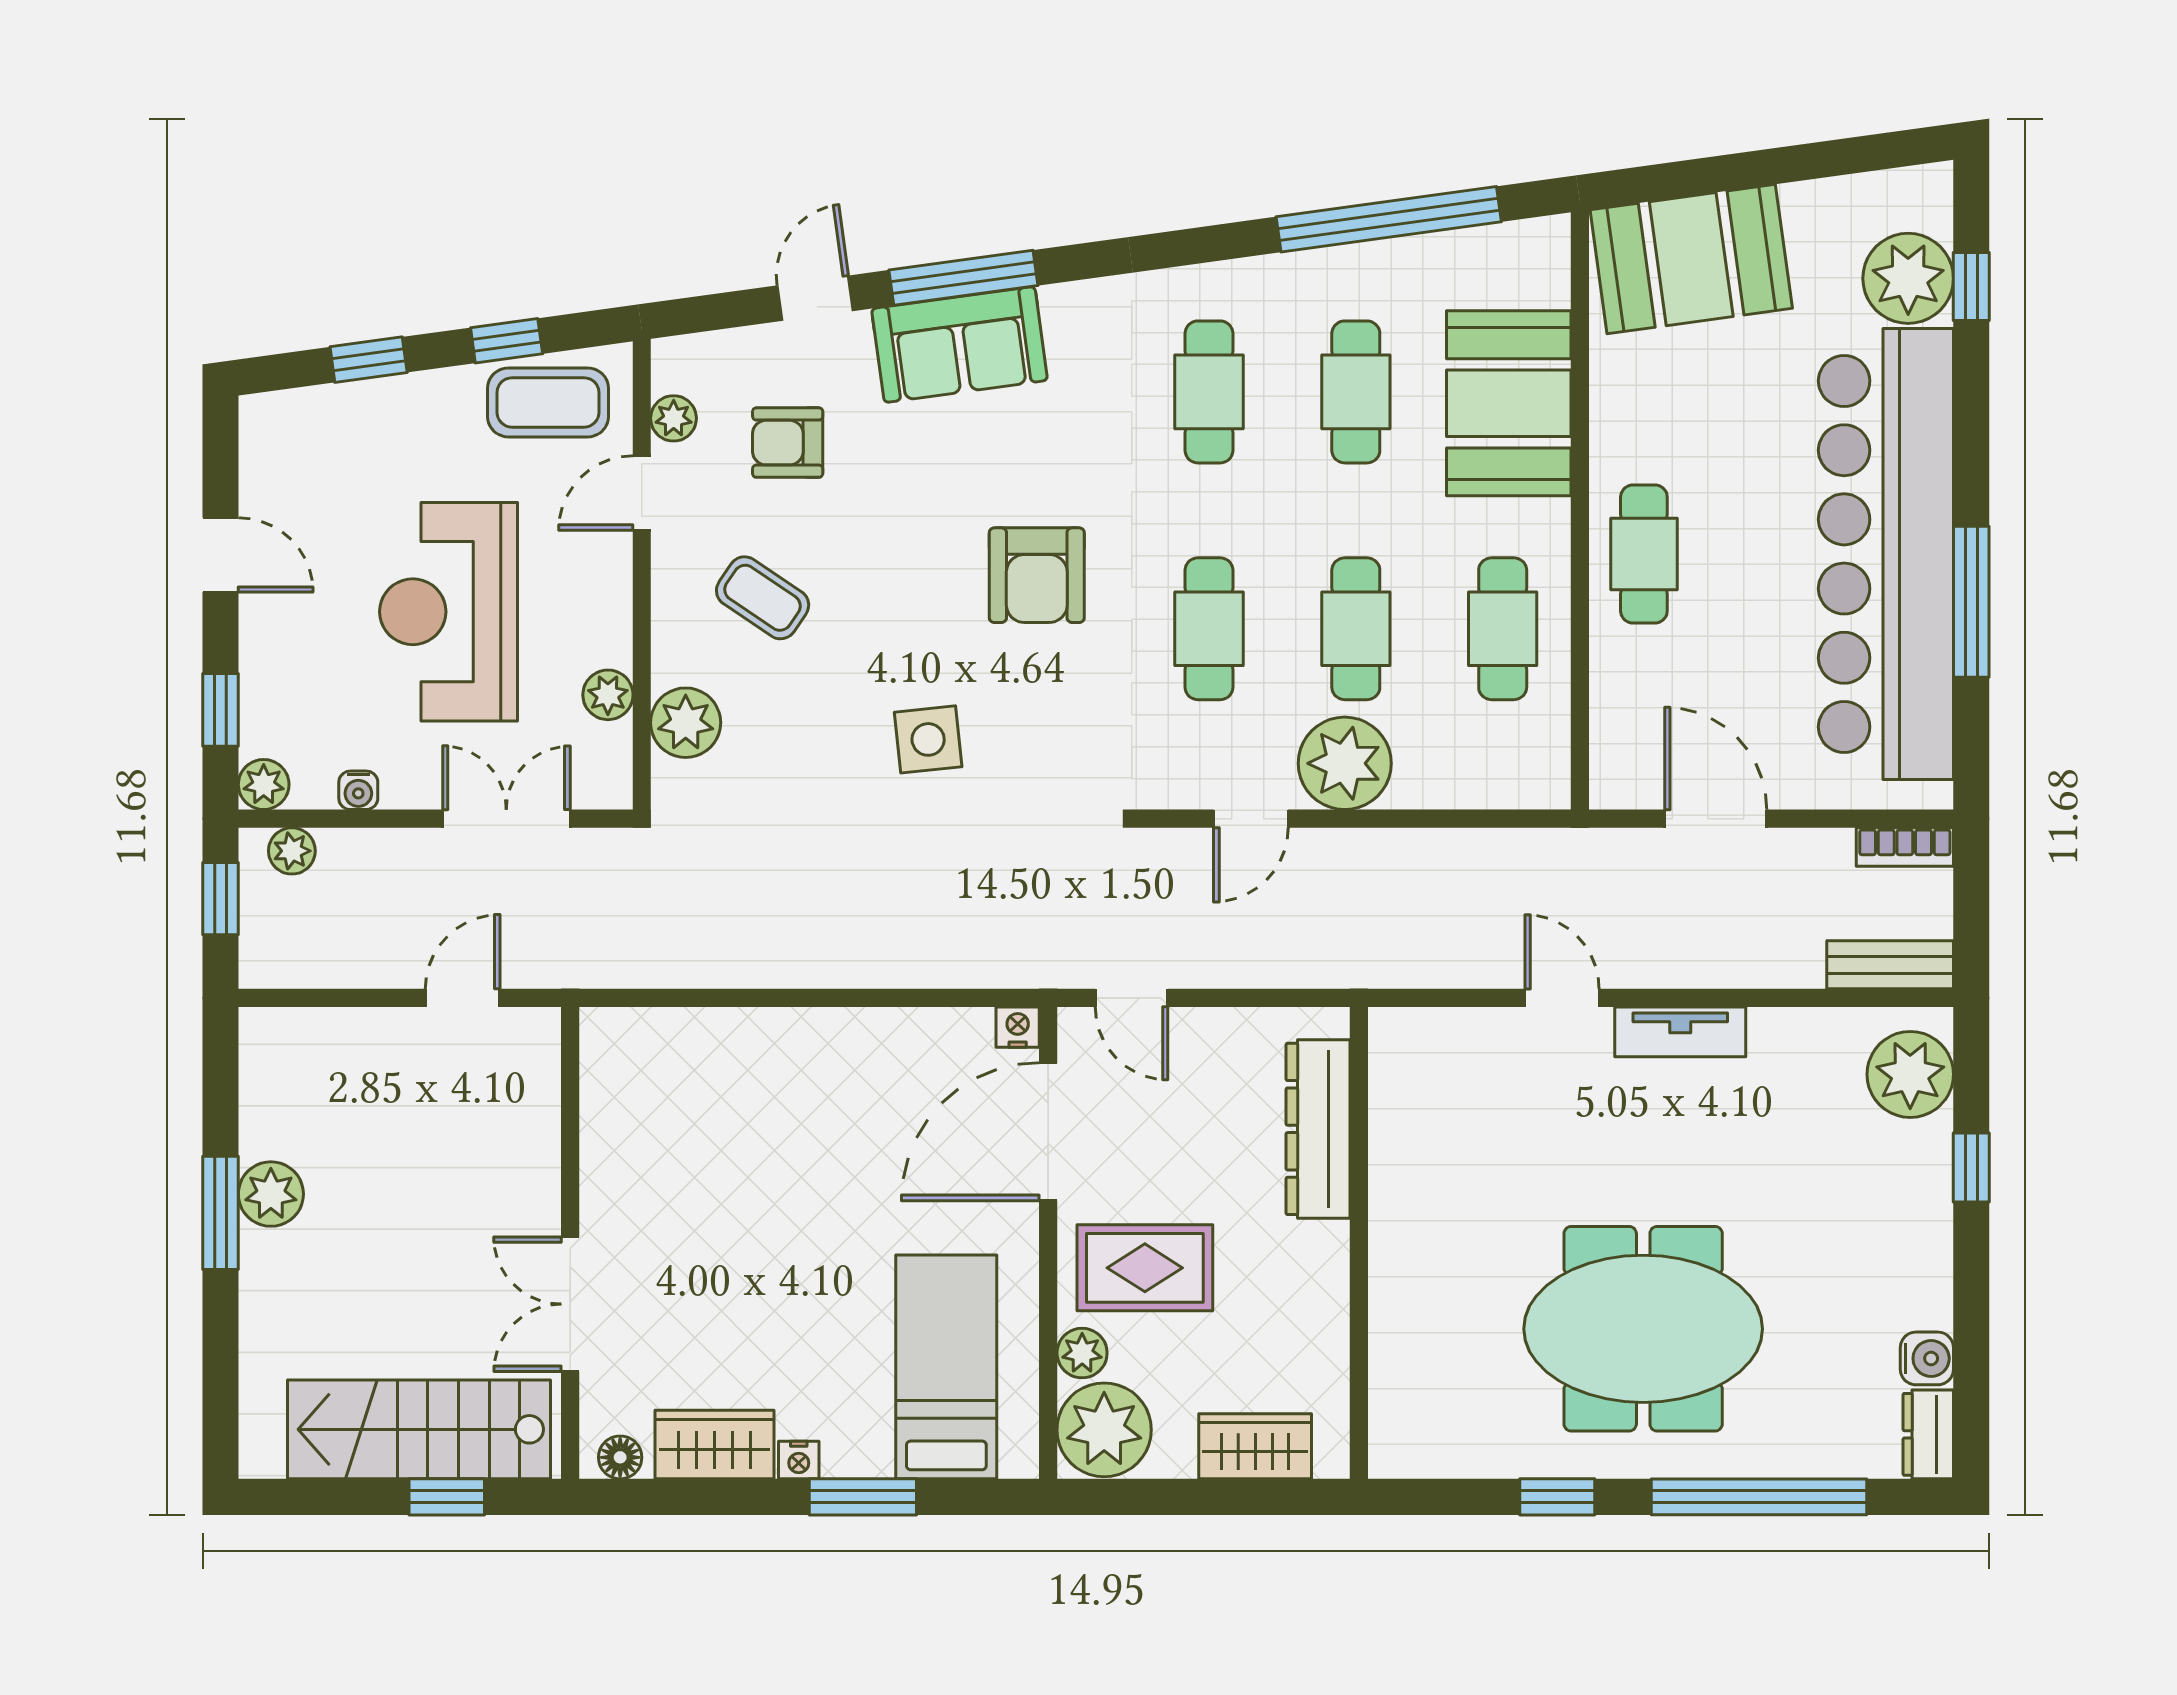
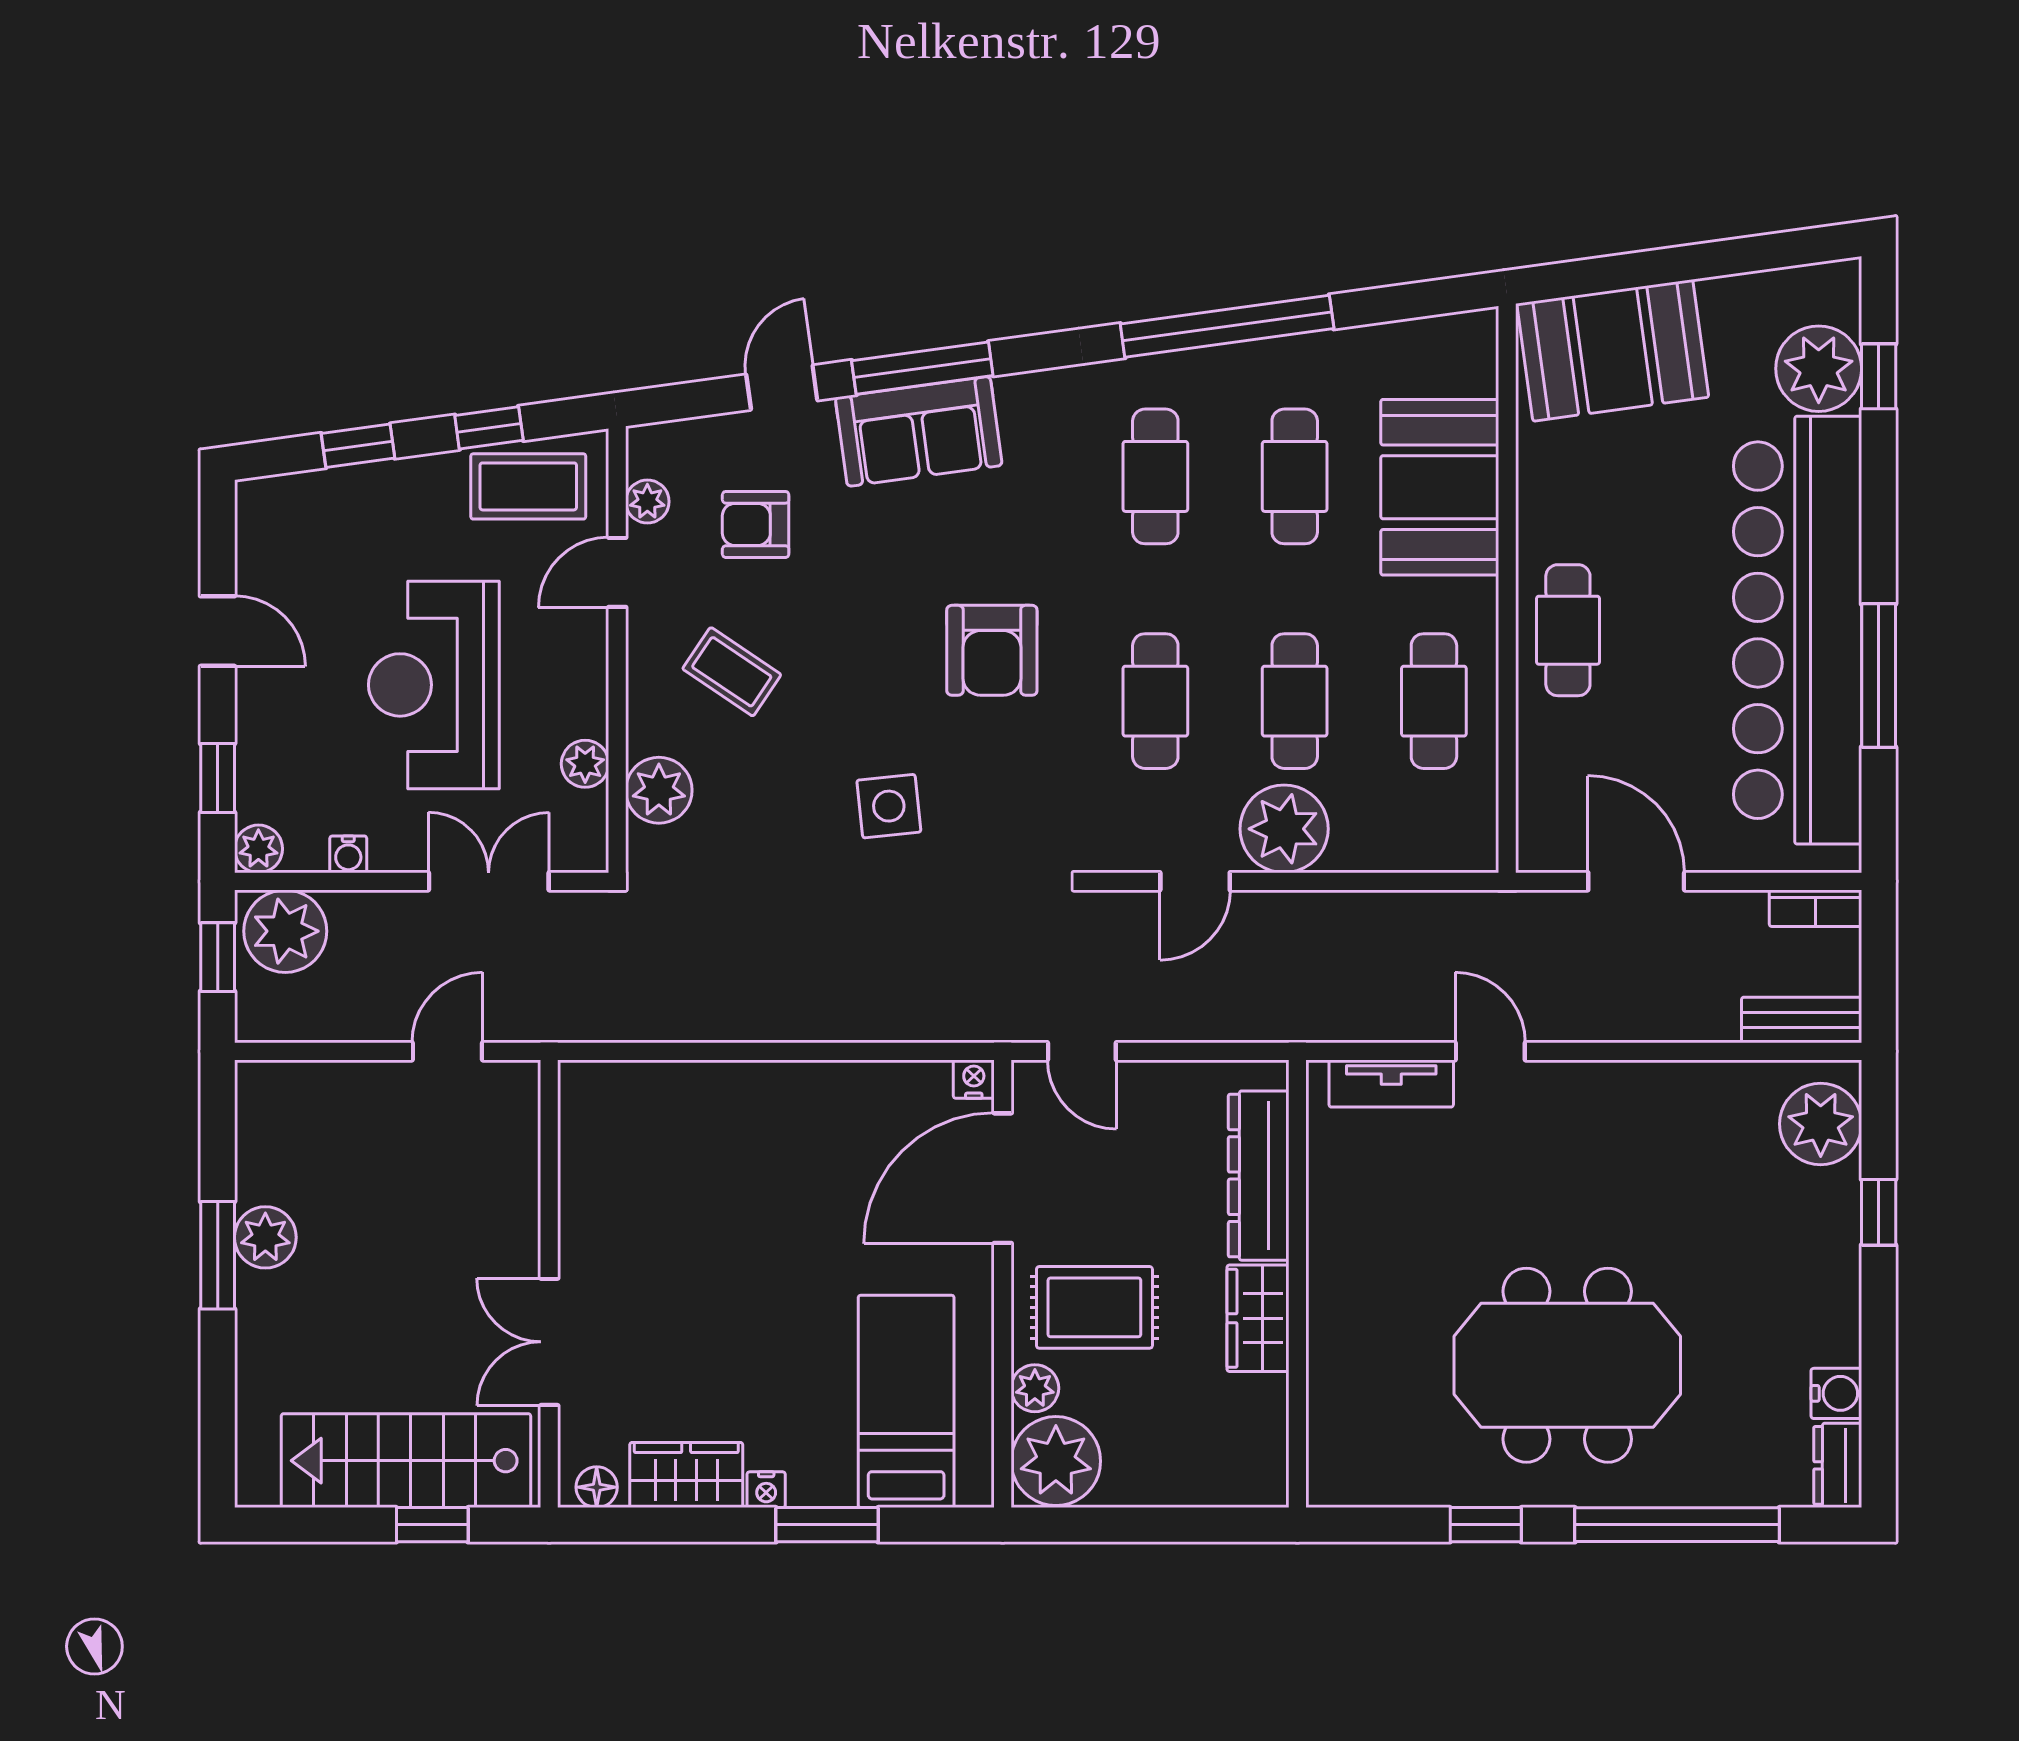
window: (1389, 219) -> (1227, 326), moved
plant: (292, 851) -> (285, 931), width x1.87, depth x1.87
tv unit: (1680, 1032) -> (1391, 1084), moved
wardrobe: (1255, 1446) -> (1258, 1318), moved, turned -90

